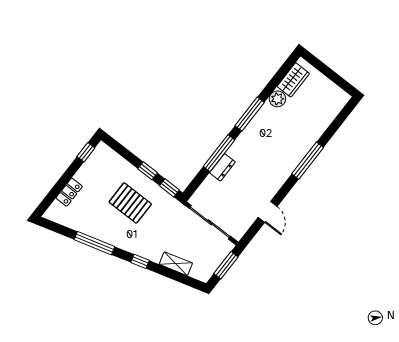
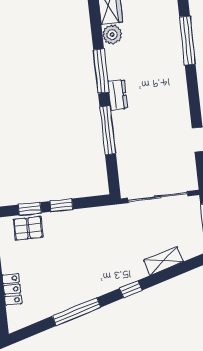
window: (308, 161) -> (187, 40), moved
dresser: (222, 167) -> (118, 95), moved
window: (169, 188) -> (30, 209), moved
pallet: (130, 203) -> (28, 228), moved, width x0.67, depth x0.71

